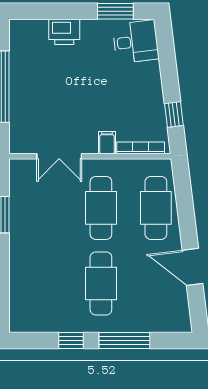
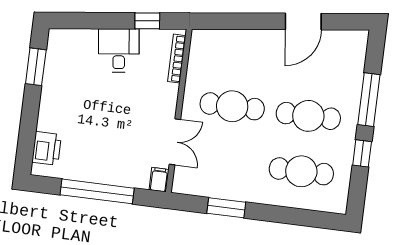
printer: (64, 32) -> (47, 148), moved
desk: (136, 42) -> (119, 50), moved
filing cabinet: (107, 143) -> (159, 180), moved, turned 90
cafe table: (156, 208) -> (301, 171), moved

